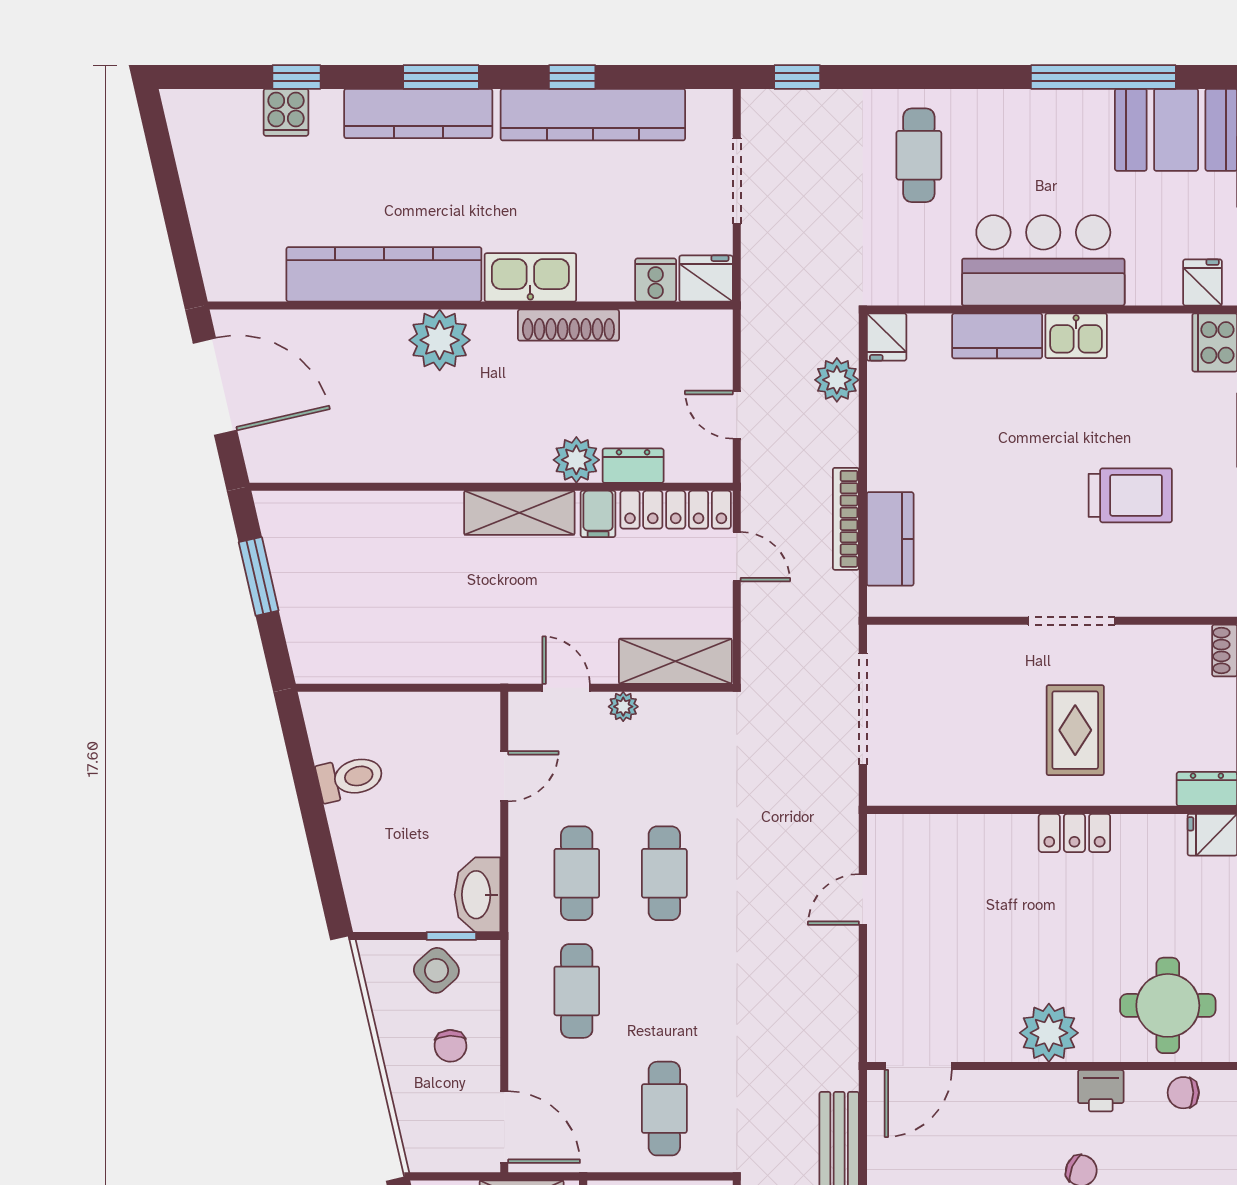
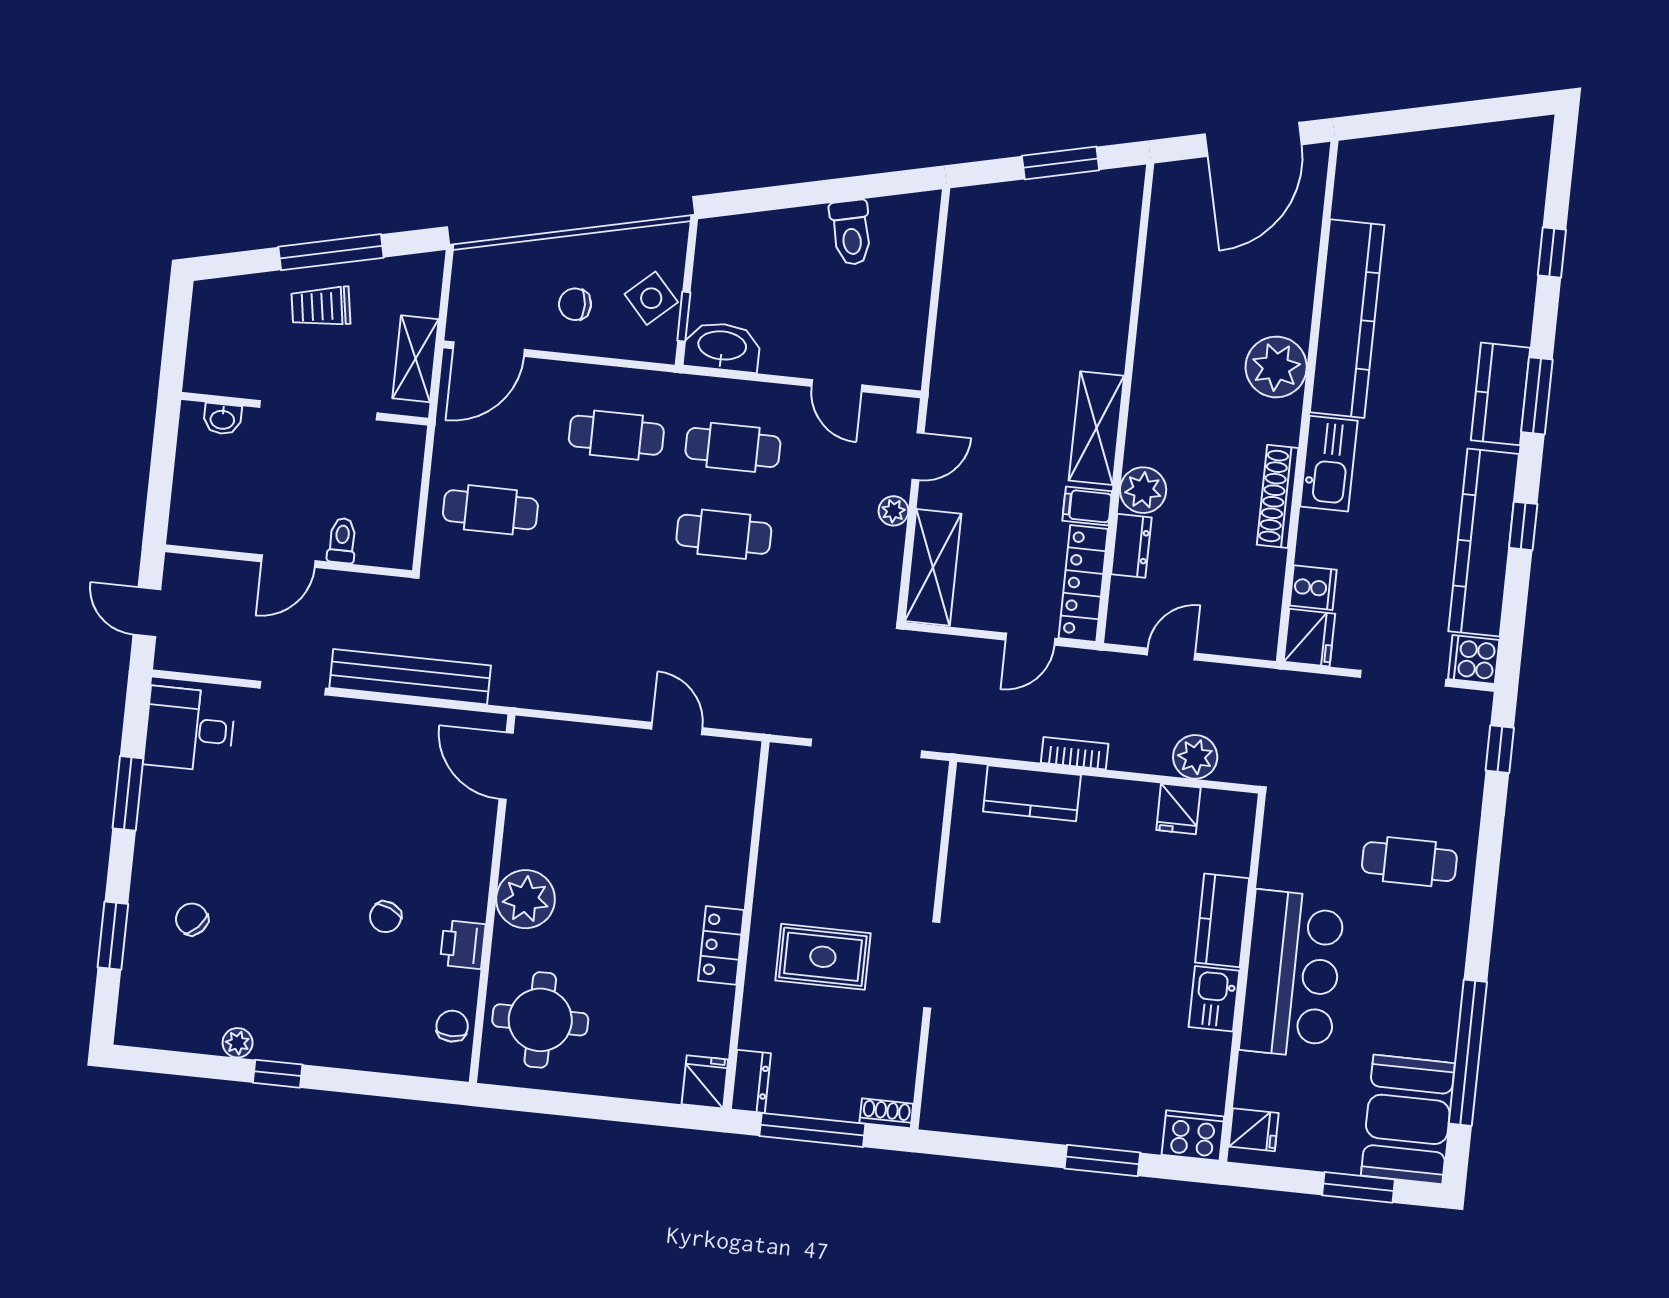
cooker: (286, 112) -> (1474, 659), moved
kitchen counter: (418, 113) -> (1500, 394), width x0.67
fridge: (887, 337) -> (1178, 809), moved, turned -90
trolley: (1130, 495) -> (1050, 1036), removed
bookcase: (846, 519) -> (1075, 753), width x0.64

